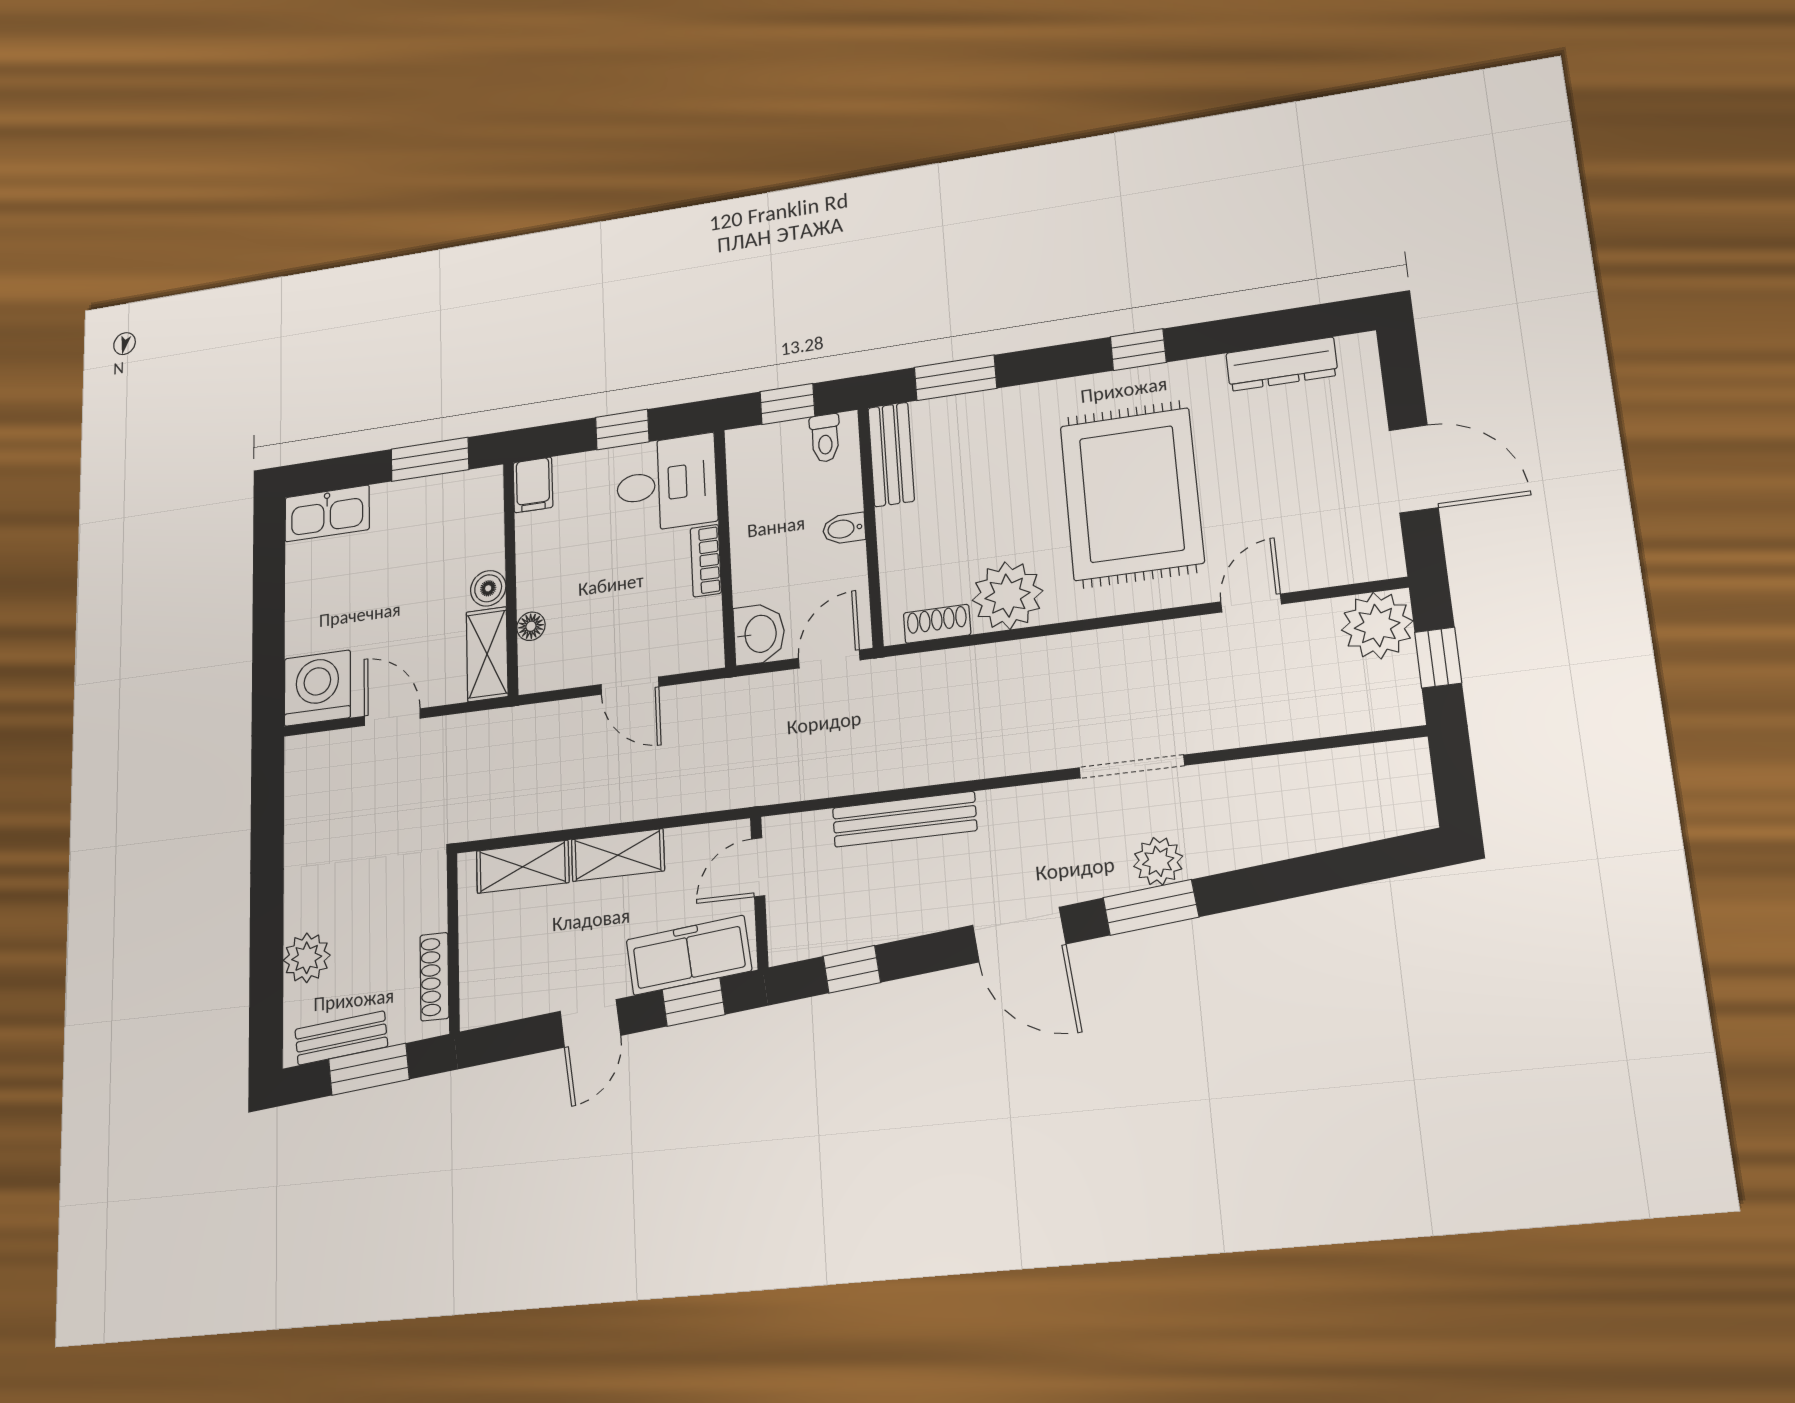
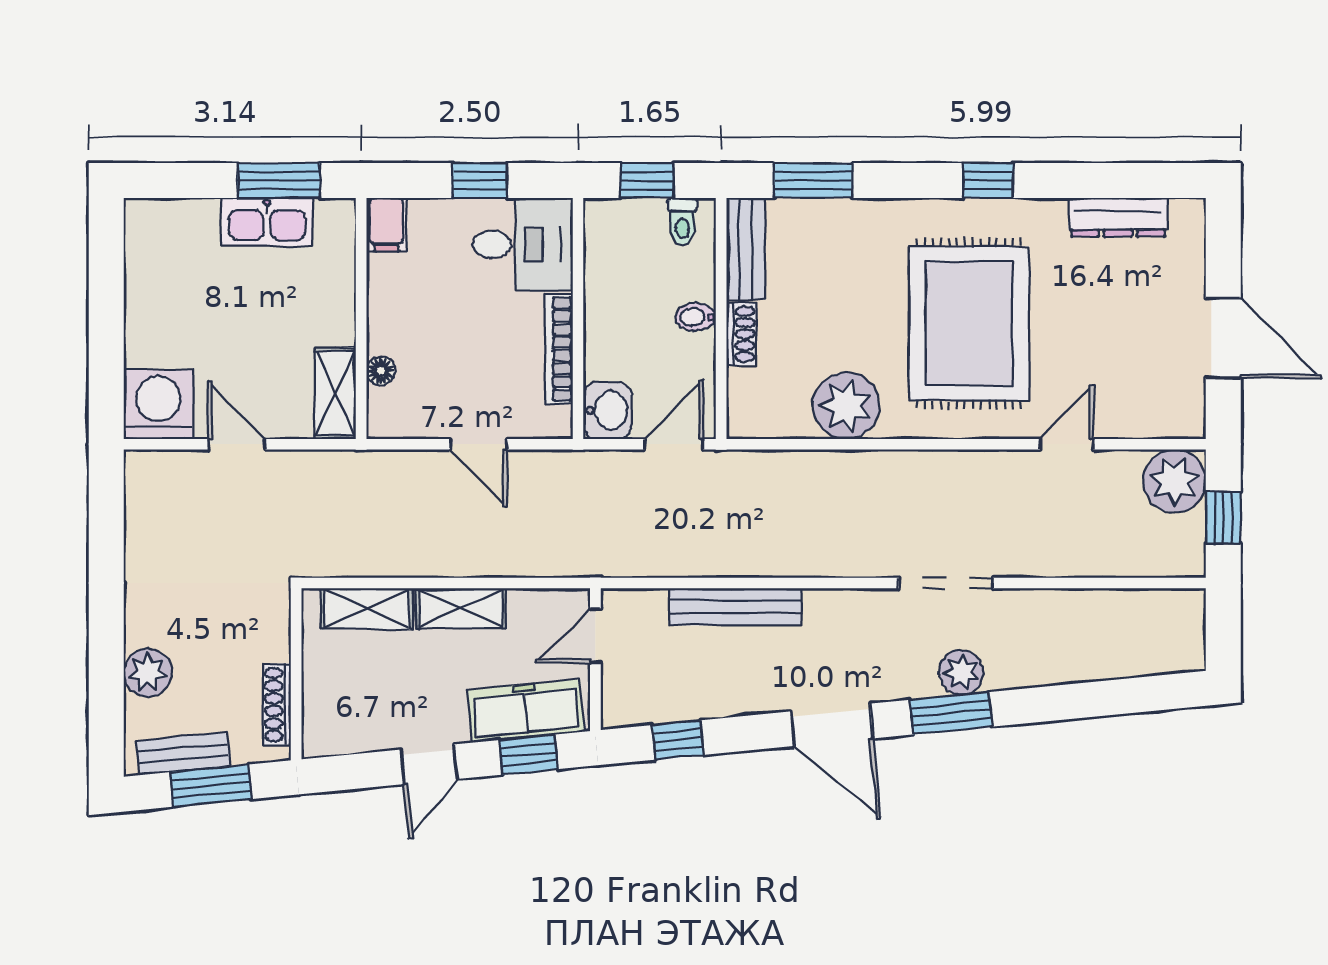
kitchen sink: (327, 513) -> (267, 222), moved
bookcase: (706, 561) -> (559, 349), width x1.56
boiler: (488, 588) -> (338, 326), removed
shoe rack: (937, 624) -> (741, 334), moved, turned 90

